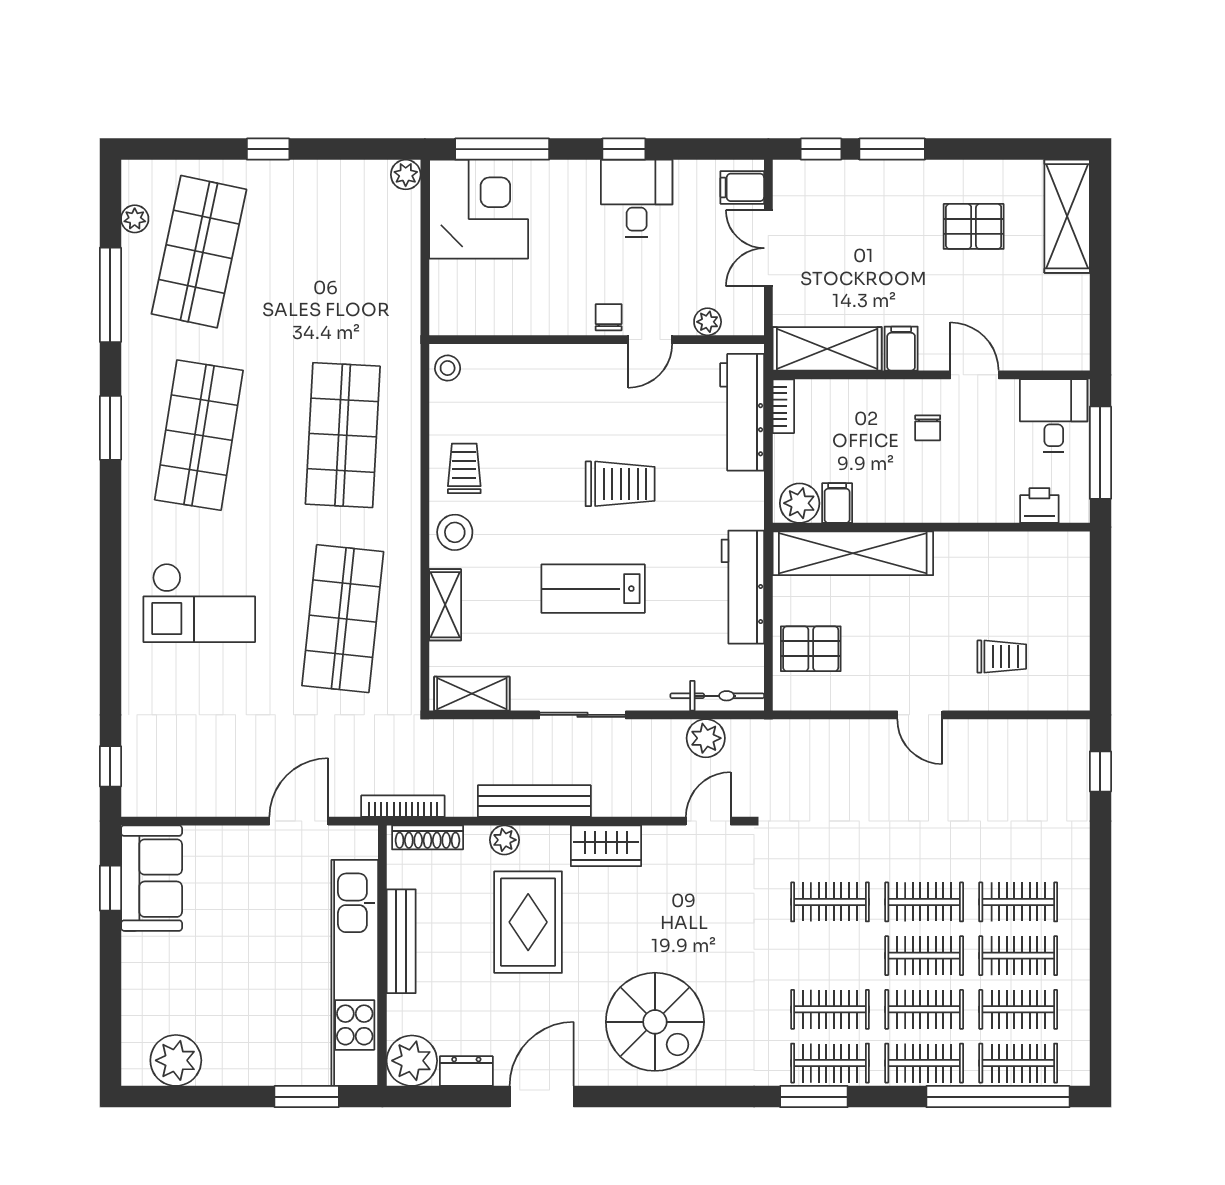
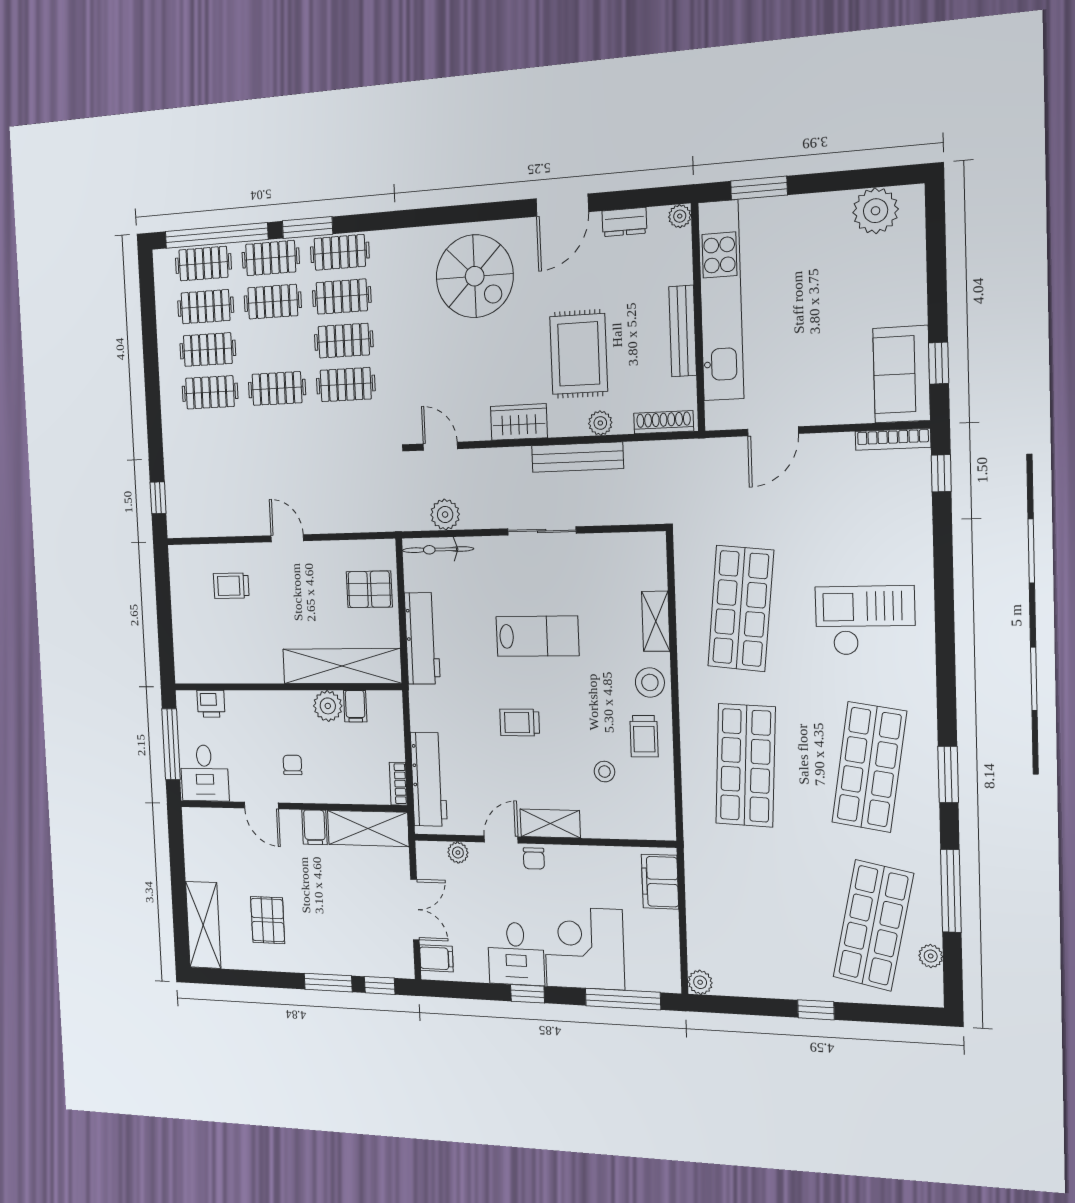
corner desk: (479, 209) -> (584, 948), moved, turned 90
pallet: (974, 226) -> (268, 920), turned 90
filing cabinet: (451, 294) -> (660, 882), added
stool: (448, 368) -> (604, 772), moved
trolley: (620, 484) -> (520, 722), width x0.73, depth x0.72
plant: (800, 503) -> (328, 706), moved
shelving: (472, 694) -> (550, 824), moved
bookcase: (403, 806) -> (893, 439), moved
door: (708, 821) -> (440, 446), swing flipped
clothes rail: (924, 956) -> (344, 341), moved
spiral stairs: (655, 1022) -> (475, 276), turned 180
plant: (412, 1061) -> (680, 216), width x0.53, depth x0.53
window: (814, 1097) -> (308, 227), moved

